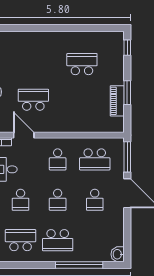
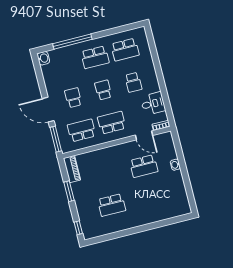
piano: (117, 101) -> (72, 169), moved
school desk: (58, 159) -> (112, 123), width x1.85
school desk: (21, 200) -> (133, 82), turned 180
school desk: (58, 240) -> (95, 57), turned 180

